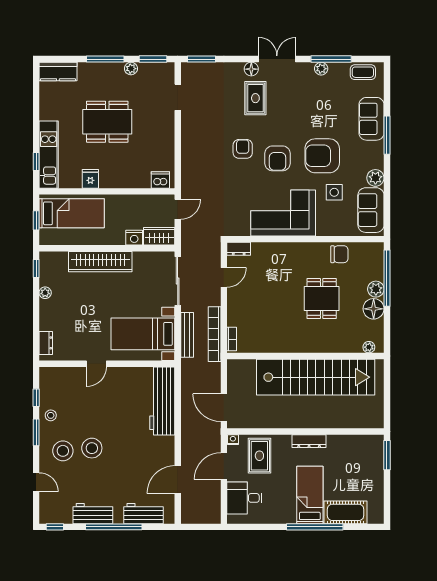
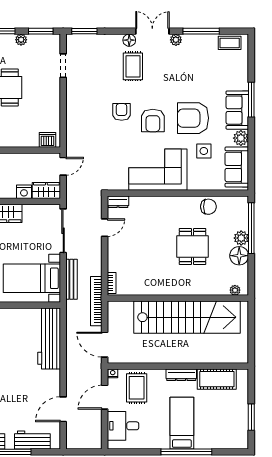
plant: (321, 69) -> (176, 40), moved
sofa: (371, 119) -> (237, 110), moved
bookcase: (215, 334) -> (96, 301), moved
window: (387, 455) -> (251, 417), moved
cot: (346, 512) -> (217, 379), moved

